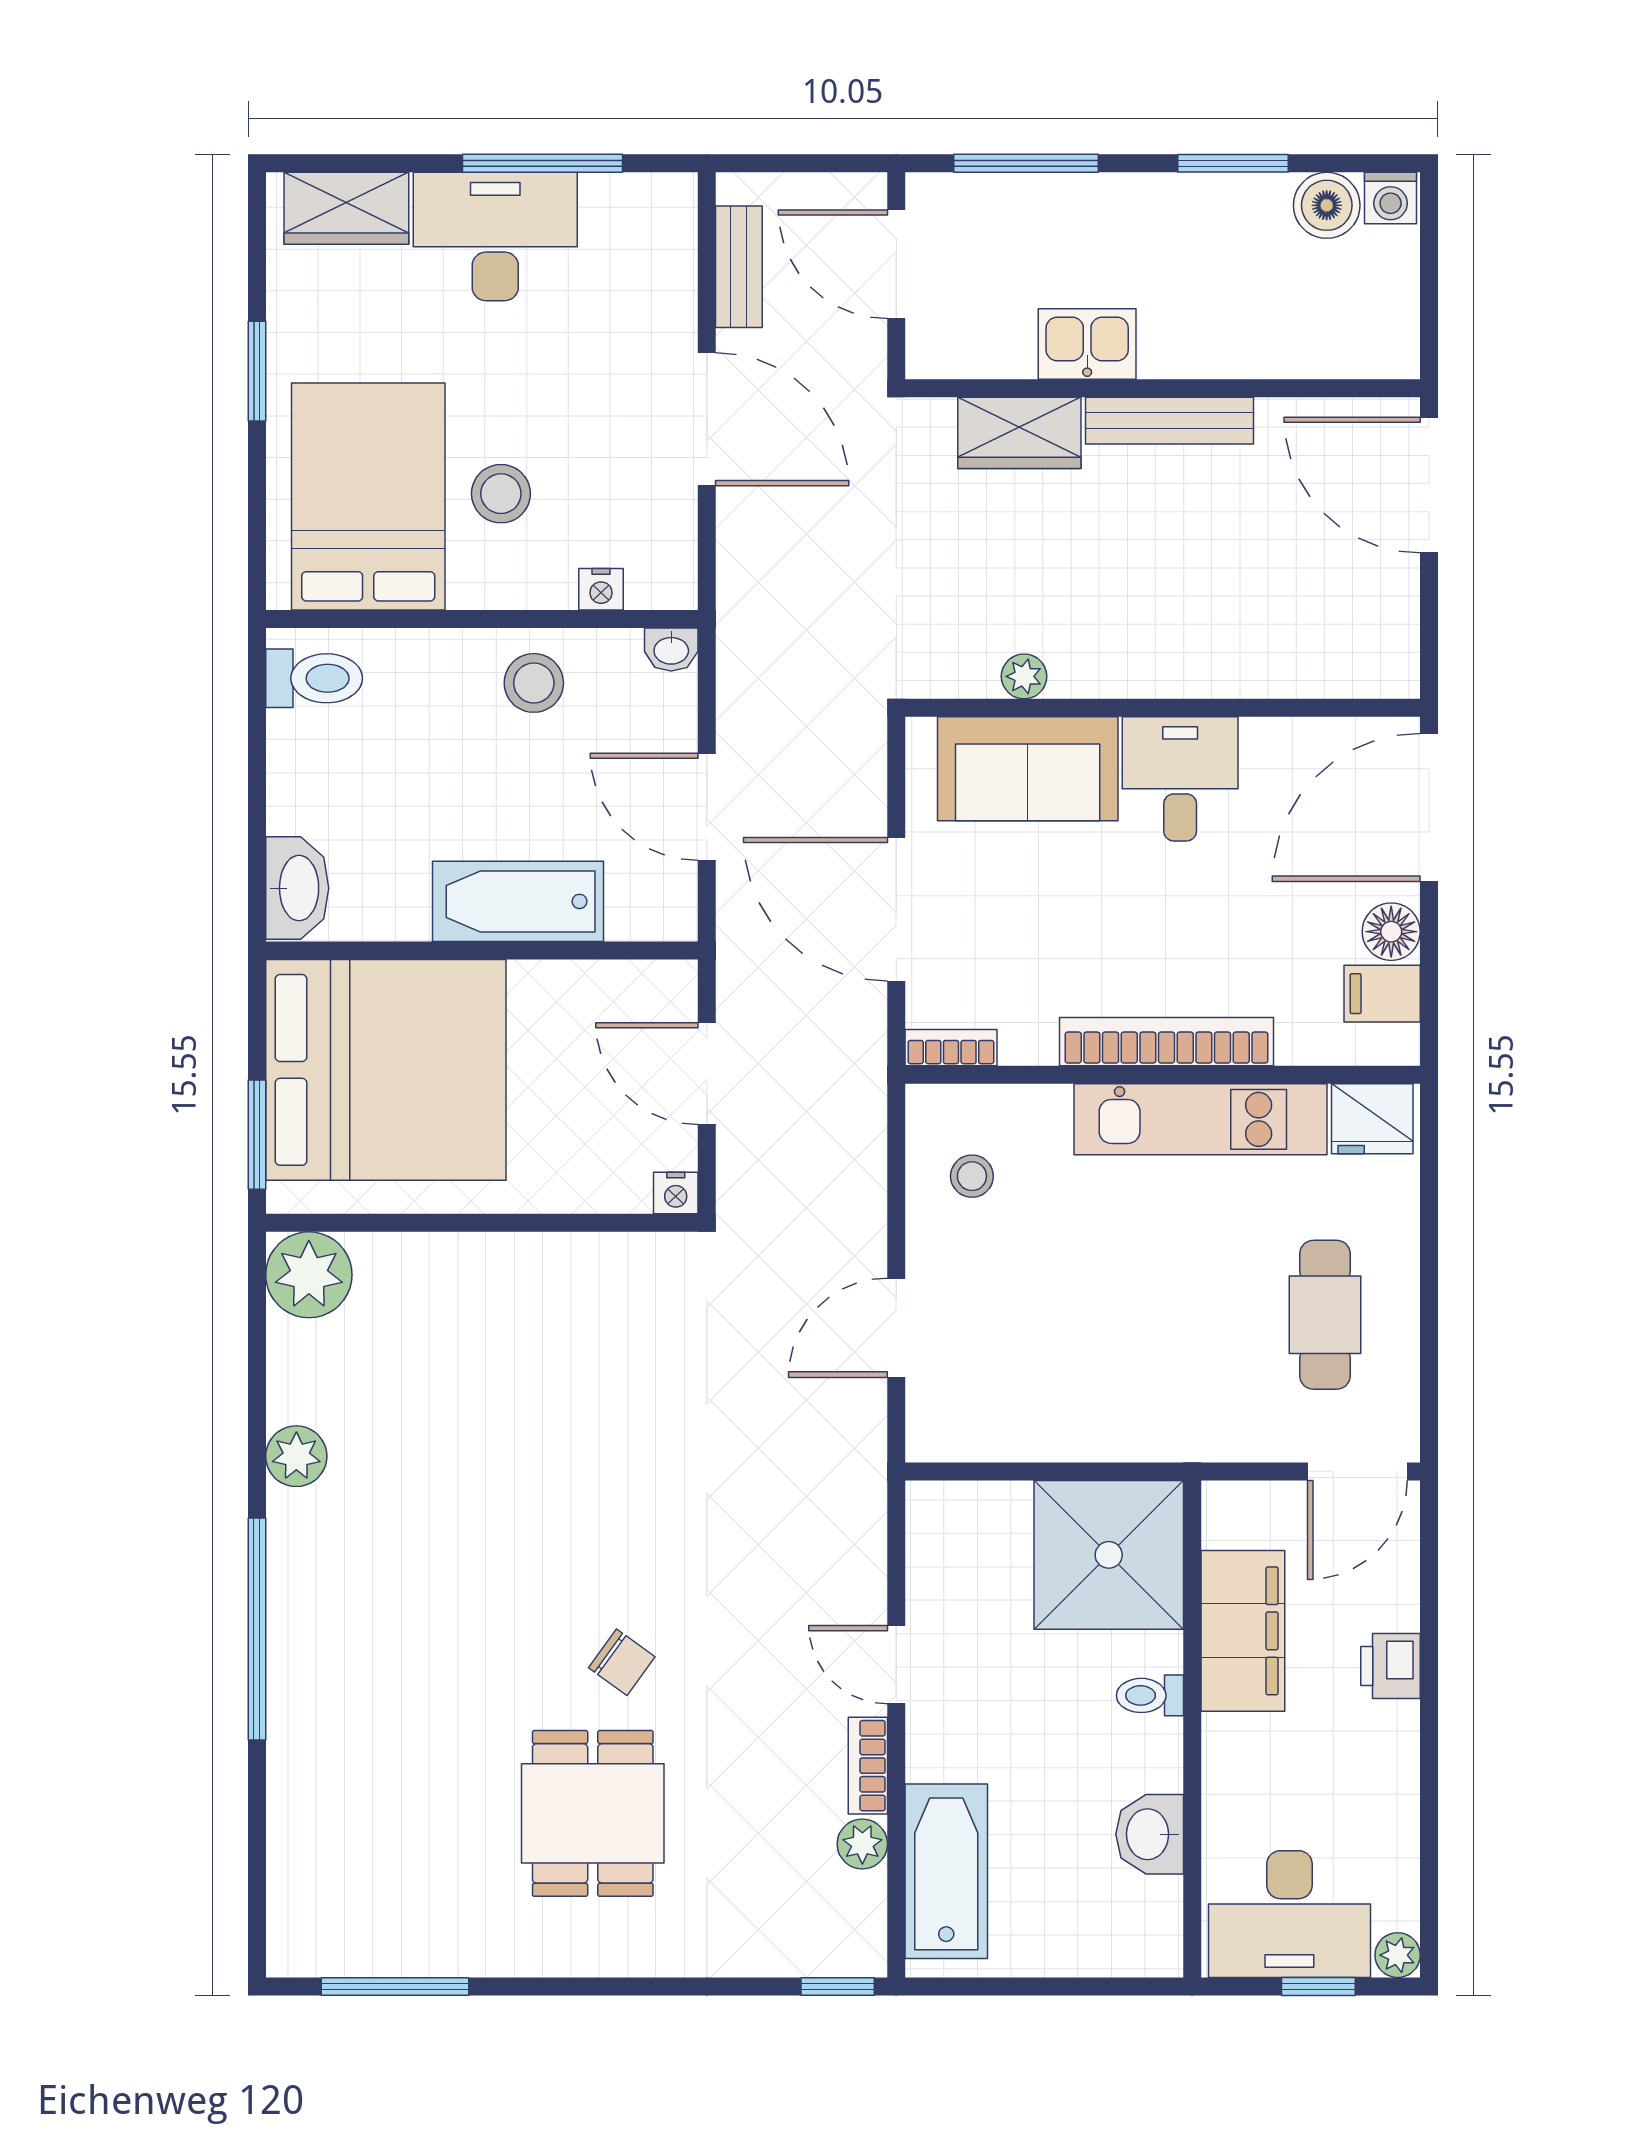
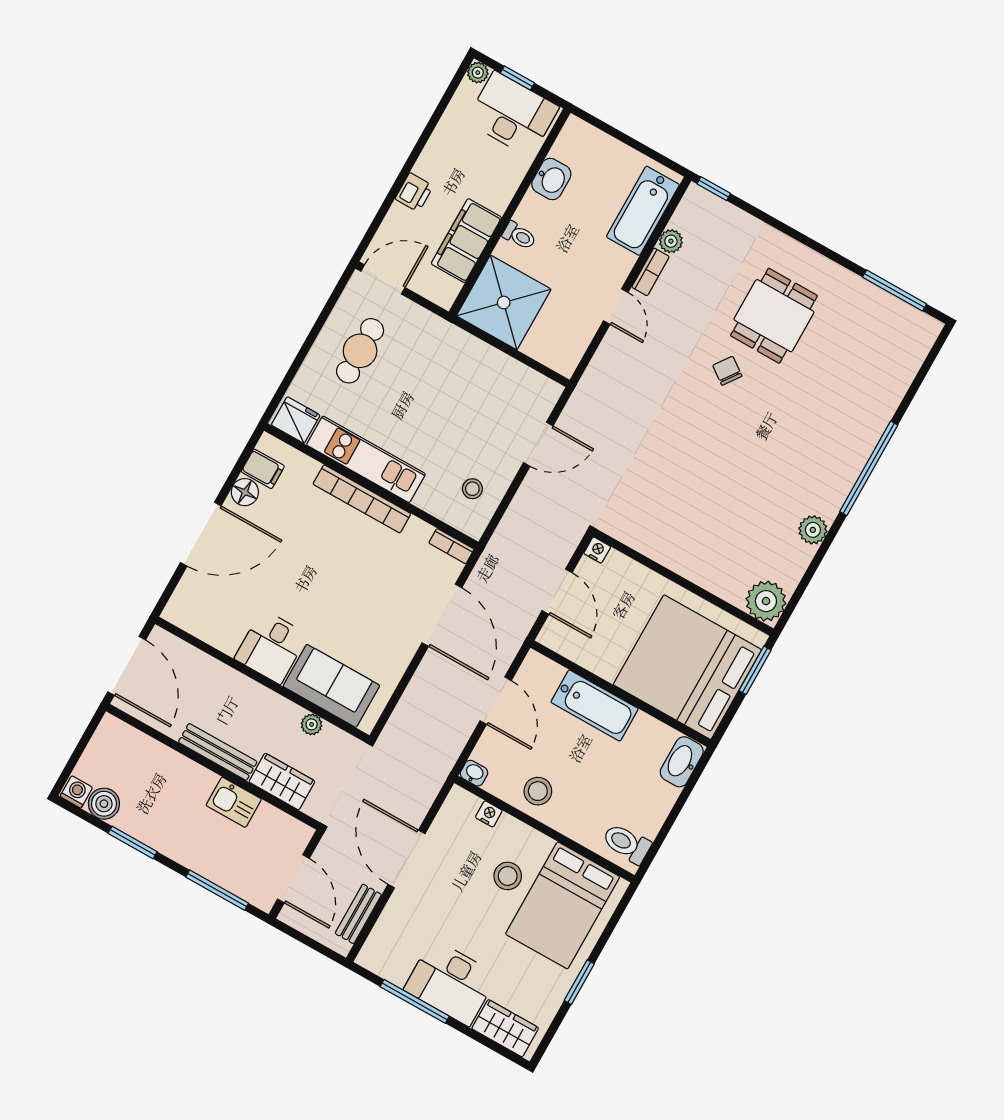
plant: (1024, 676) -> (312, 724), moved
wall: (1163, 708) -> (262, 680), moved
sofa: (1028, 769) -> (331, 686), moved
desk: (1180, 779) -> (271, 647), moved

